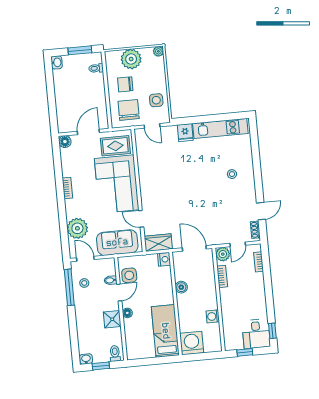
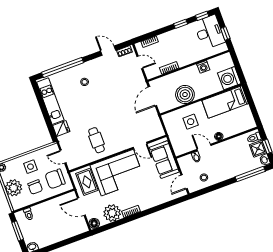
side table: (156, 100) -> (30, 167), moved
door: (152, 126) -> (63, 157), swing flipped
window: (256, 153) -> (63, 68), added
cafe table: (161, 170) -> (97, 140), added
door: (141, 219) -> (140, 145), hinge flipped
plant: (77, 228) -> (112, 213), moved
wardrobe: (158, 243) -> (156, 127), removed
plant: (223, 254) -> (151, 72), removed
nightstand: (164, 259) -> (168, 118), removed
side table: (129, 275) -> (191, 122), moved
window: (69, 287) -> (250, 174), moved
boiler: (181, 287) -> (185, 95), width x1.86, depth x1.86
window: (270, 303) -> (181, 24), added
shower: (112, 319) -> (258, 149), moved
desk: (256, 334) -> (209, 32), width x1.37

